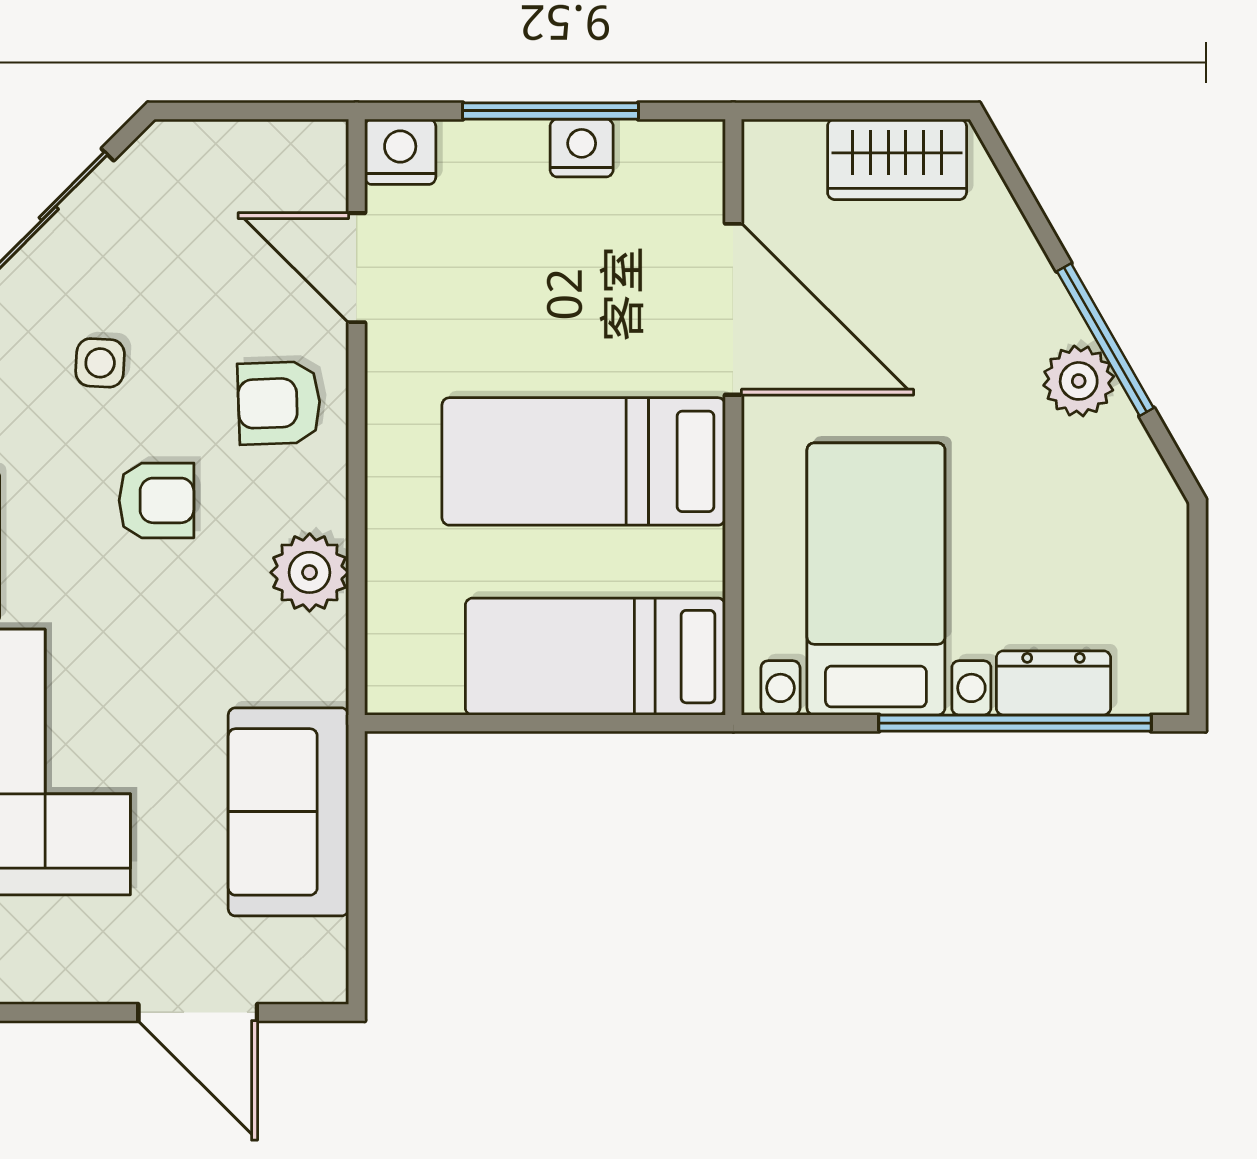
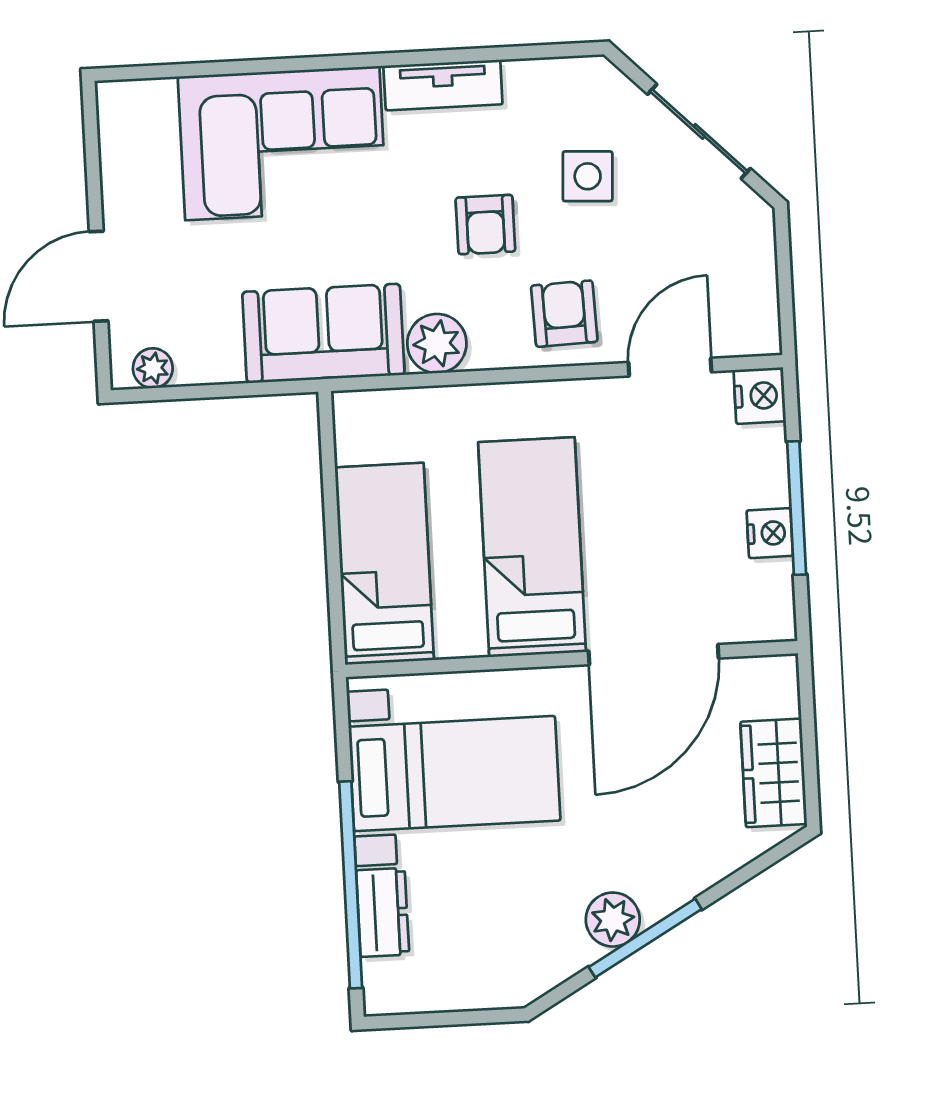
side table: (100, 363) -> (588, 176), width x1.37, depth x1.37
sofa: (288, 812) -> (323, 333), moved
plant: (322, 948) -> (153, 368), added

